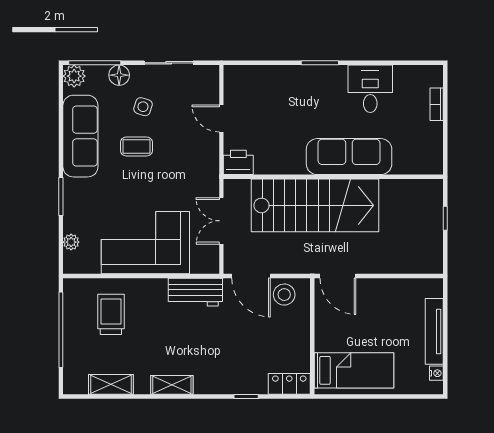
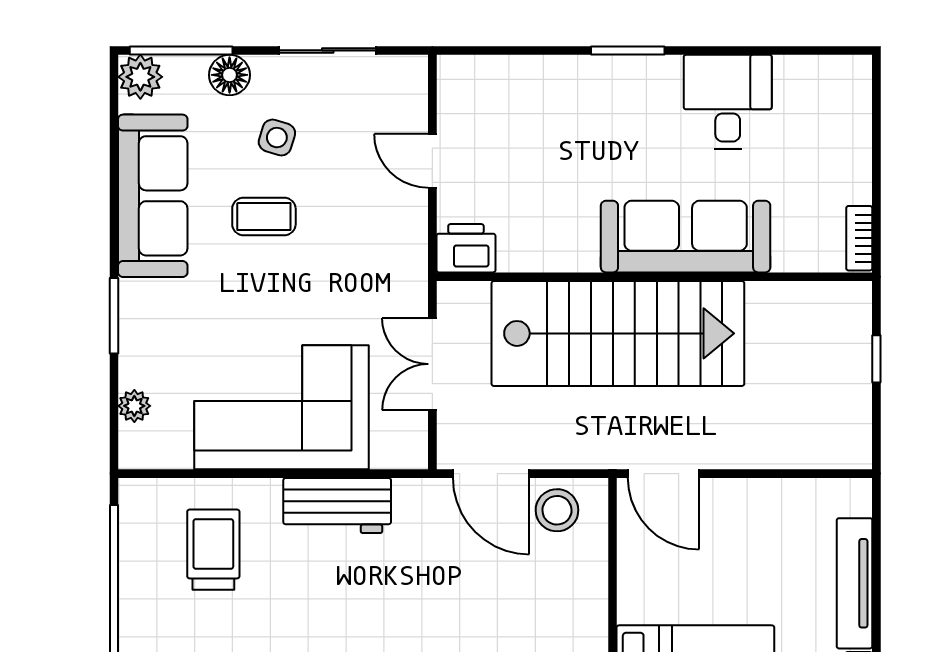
bookcase: (437, 104) -> (859, 238), moved
workbench: (195, 292) -> (337, 506), moved

